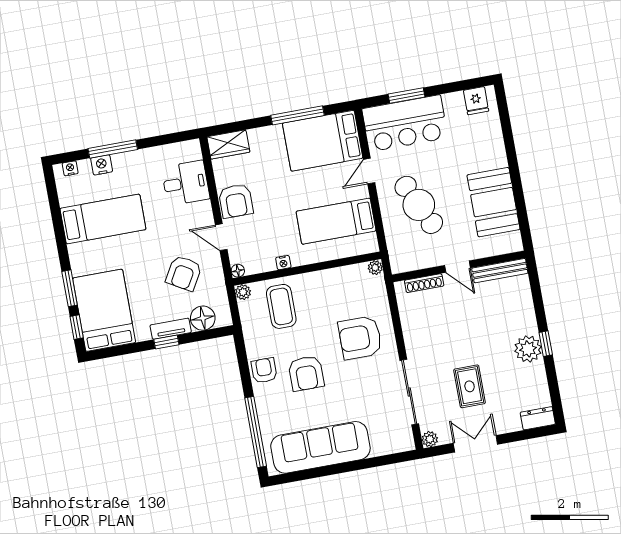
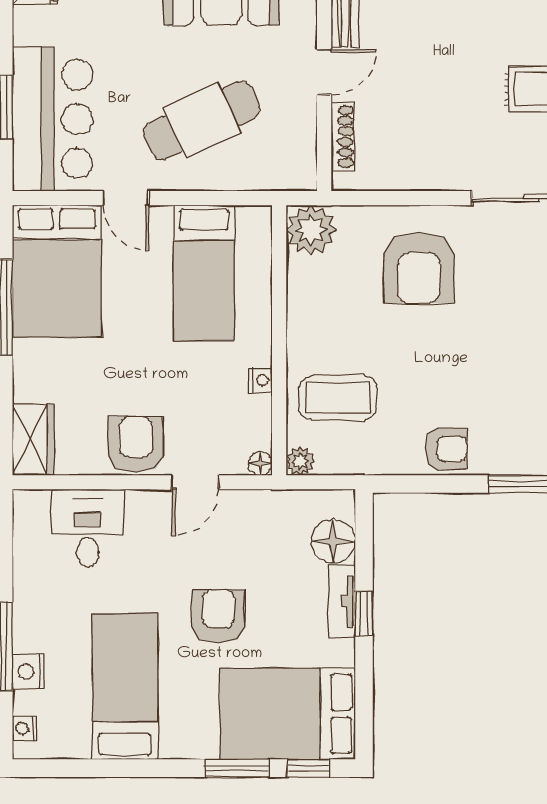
armchair: (236, 201) -> (136, 445), turned -90
plant: (375, 268) -> (311, 230), width x1.88, depth x1.88
armchair: (184, 273) -> (219, 616), moved, turned -120
armchair: (264, 370) -> (446, 449), turned 180
armchair: (306, 373) -> (465, 375), removed

